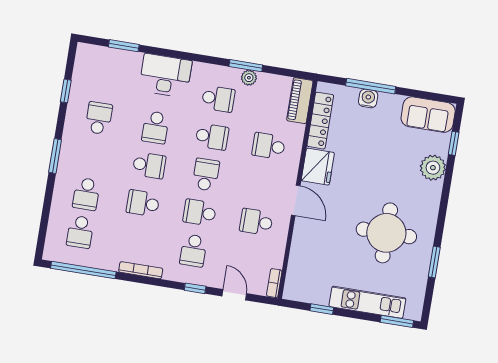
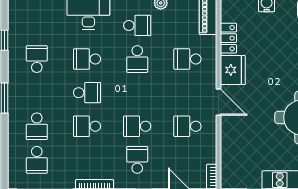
locker: (320, 121) -> (228, 38), width x0.66
school desk: (155, 127) -> (87, 59), turned 90
school desk: (212, 137) -> (137, 59), turned 90
school desk: (206, 175) -> (137, 93), removed
school desk: (193, 250) -> (137, 160), turned 180

